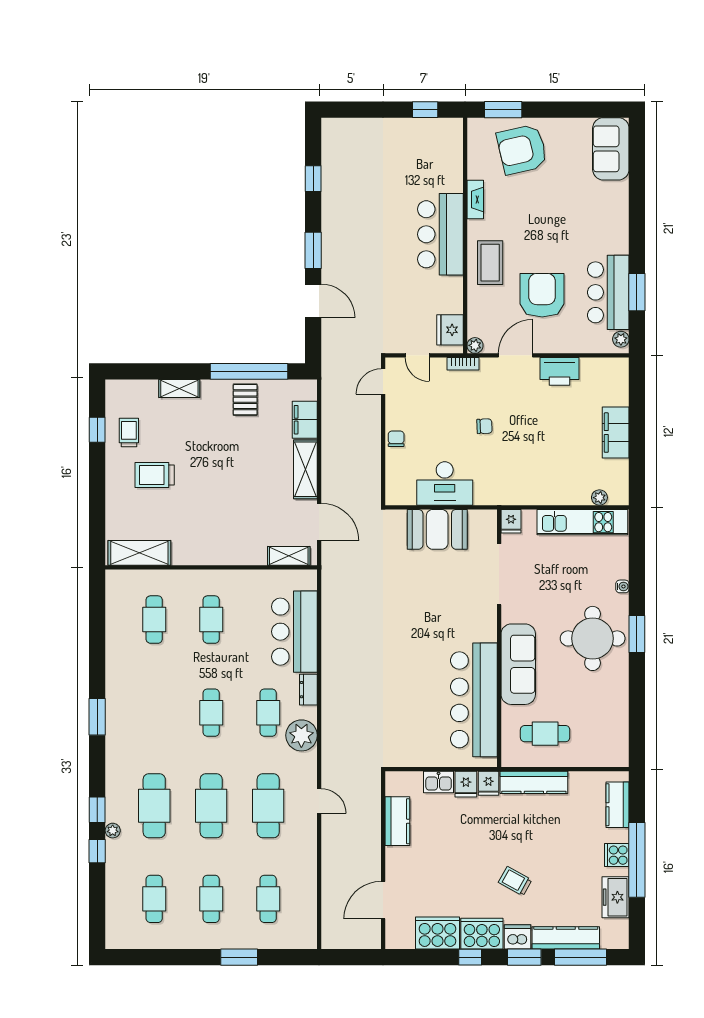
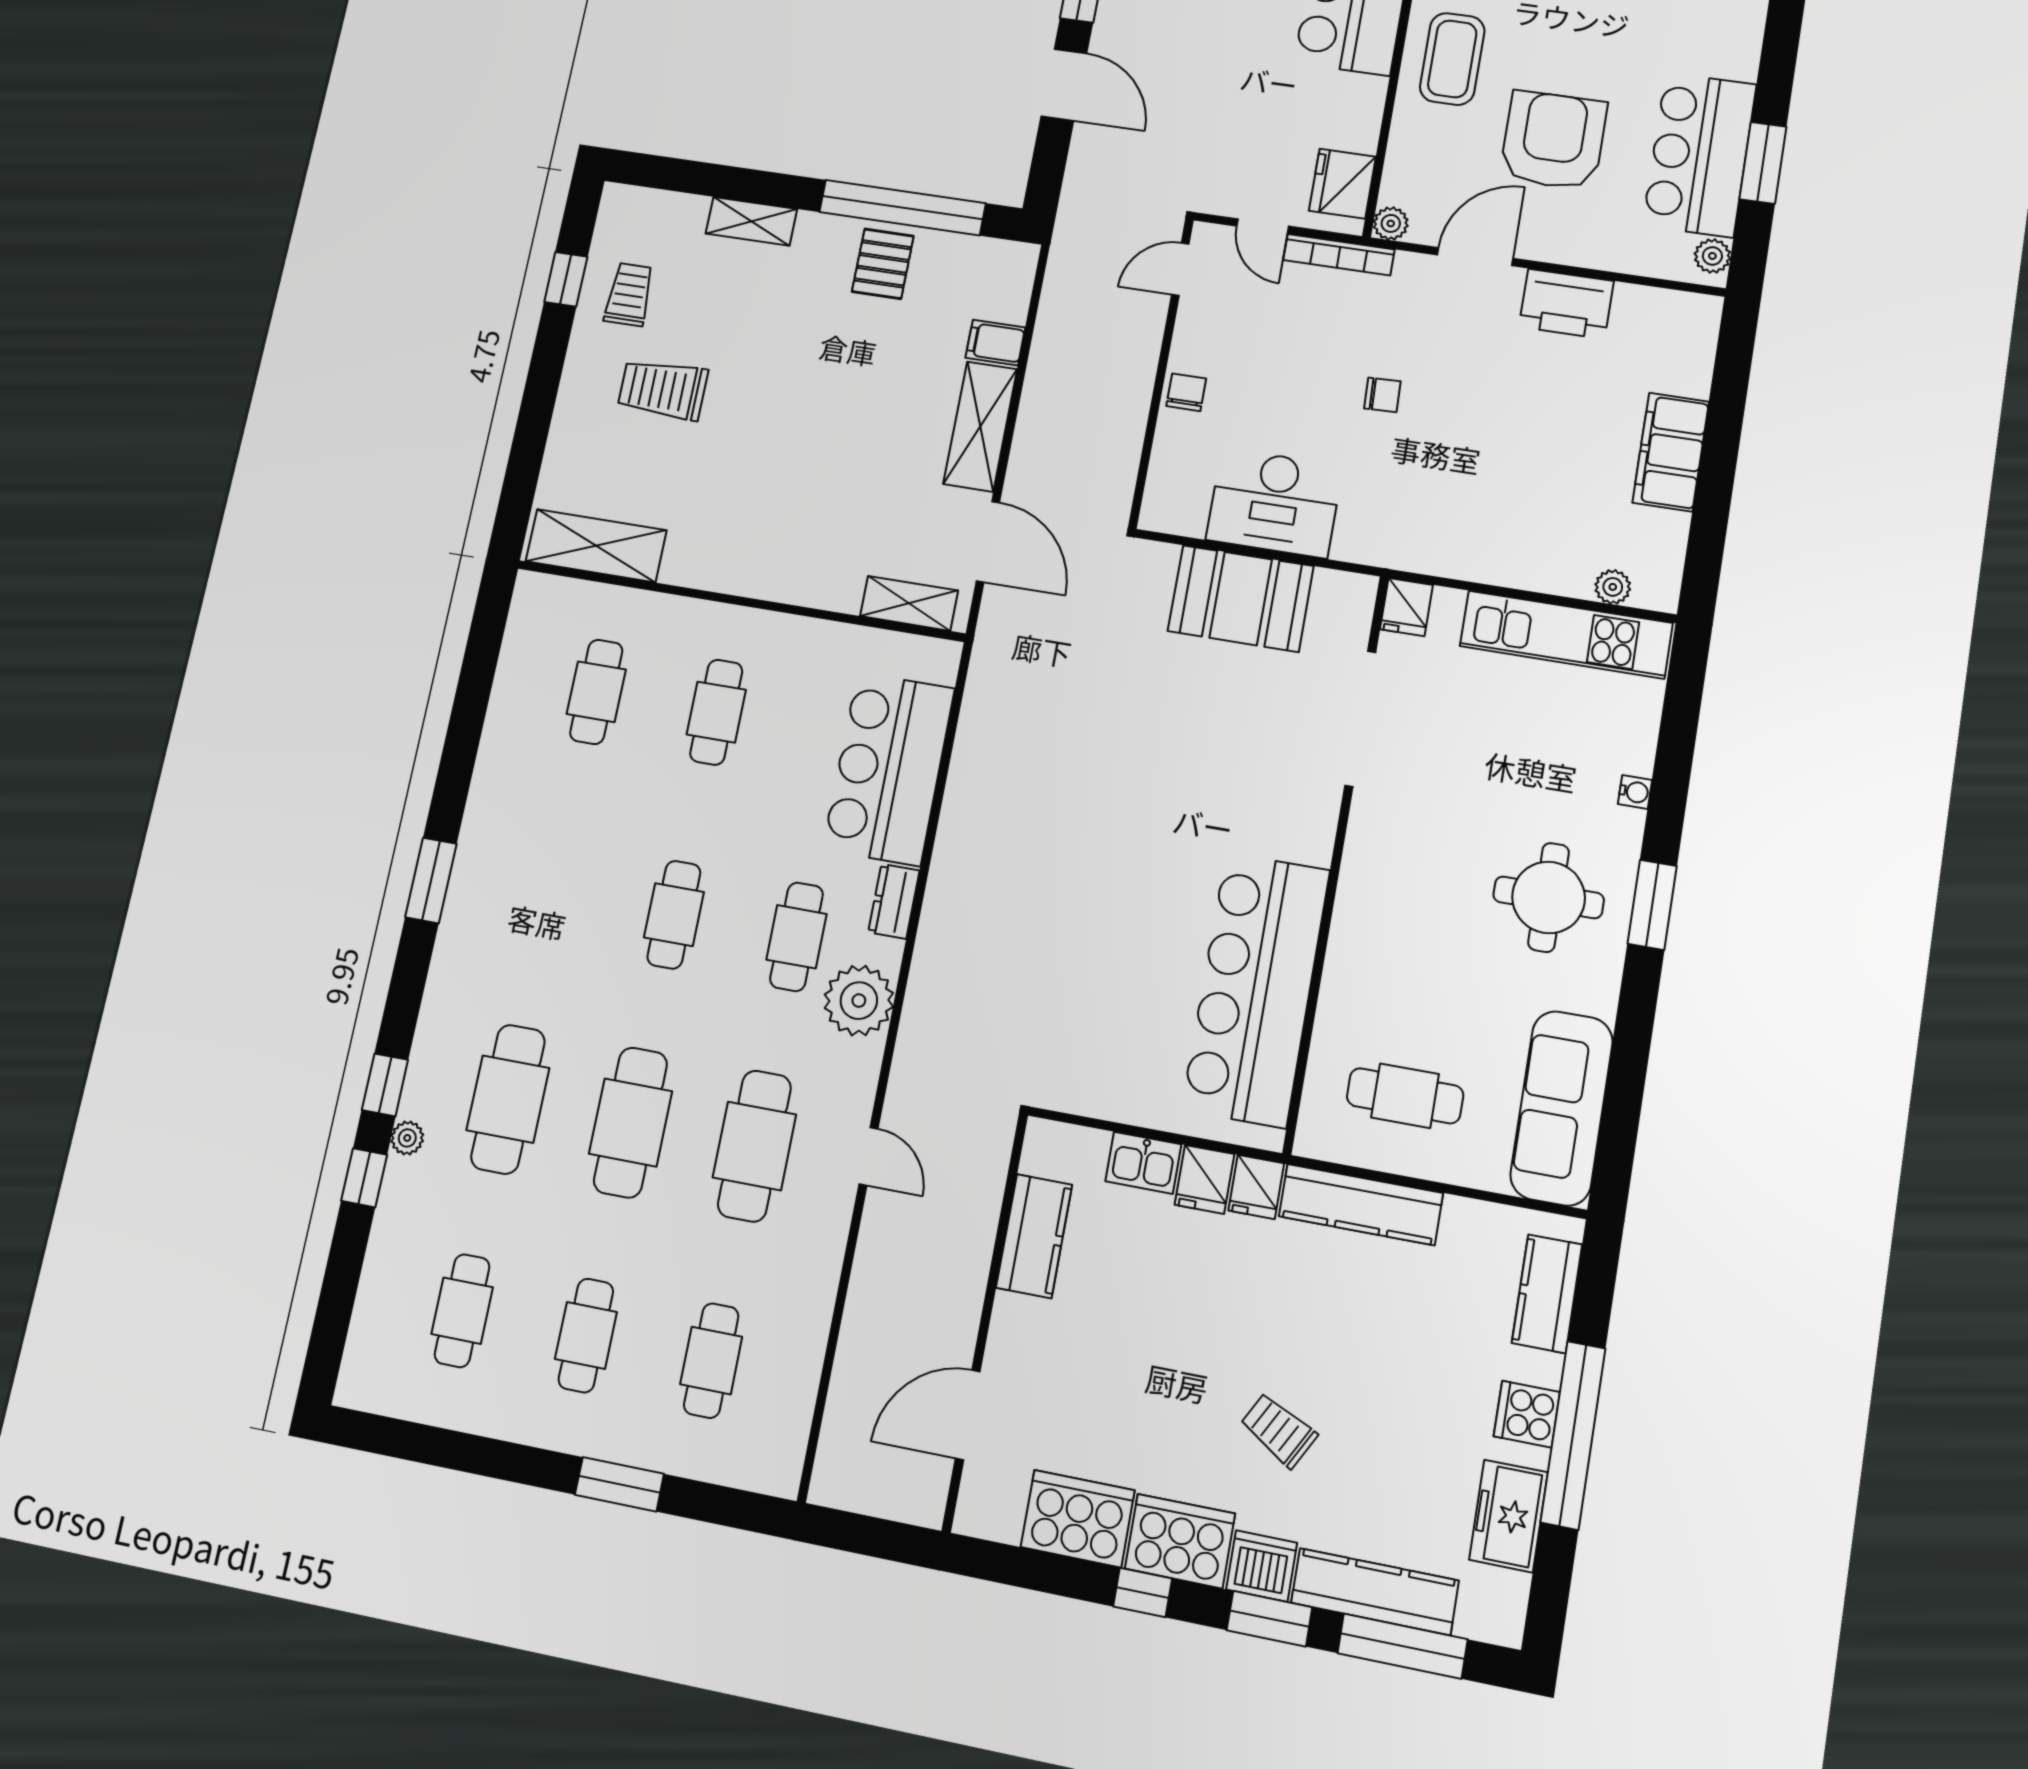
bookcase: (463, 364) -> (1339, 255), width x1.56
filing cabinet: (305, 420) -> (995, 343), width x0.50
round table: (593, 638) -> (1549, 897), width x0.73, depth x0.73
sofa: (518, 664) -> (1562, 1108), moved, turned 180

